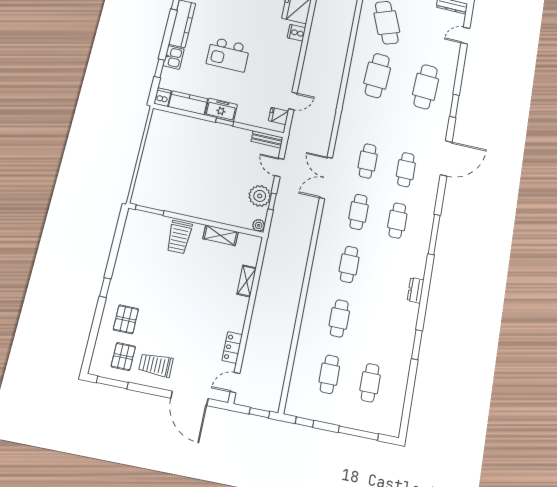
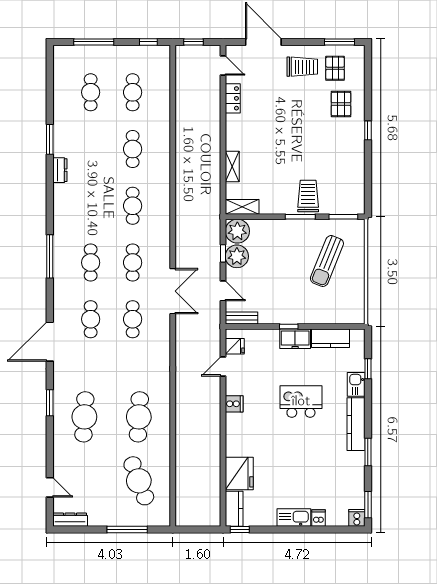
cooker: (296, 33) -> (234, 404), moved
door: (465, 36) -> (50, 487), hinge flipped
dishwasher: (163, 97) -> (358, 338), removed
sun lounger: (175, 173) -> (327, 261), added
window: (191, 219) -> (300, 217), added
plant: (259, 225) -> (237, 231), width x1.88, depth x1.88
shelving: (221, 235) -> (242, 207), moved
dresser: (416, 290) -> (60, 170), moved
door: (235, 383) -> (223, 65), hinge flipped

